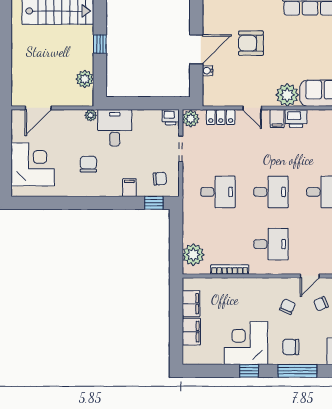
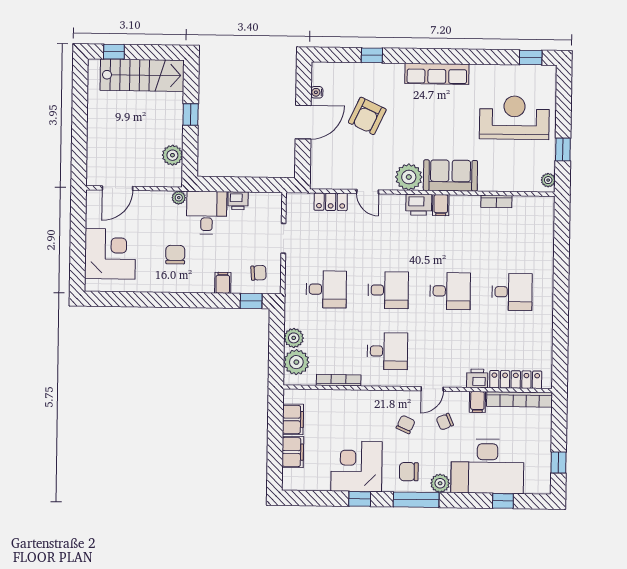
armchair: (251, 43) -> (367, 116), turned -65
water cooler: (208, 71) -> (317, 92), moved
printer: (171, 117) -> (238, 201), moved
plant: (191, 119) -> (294, 338), moved
filing cabinet: (277, 119) -> (441, 205), moved
plant: (318, 357) -> (440, 483), added

